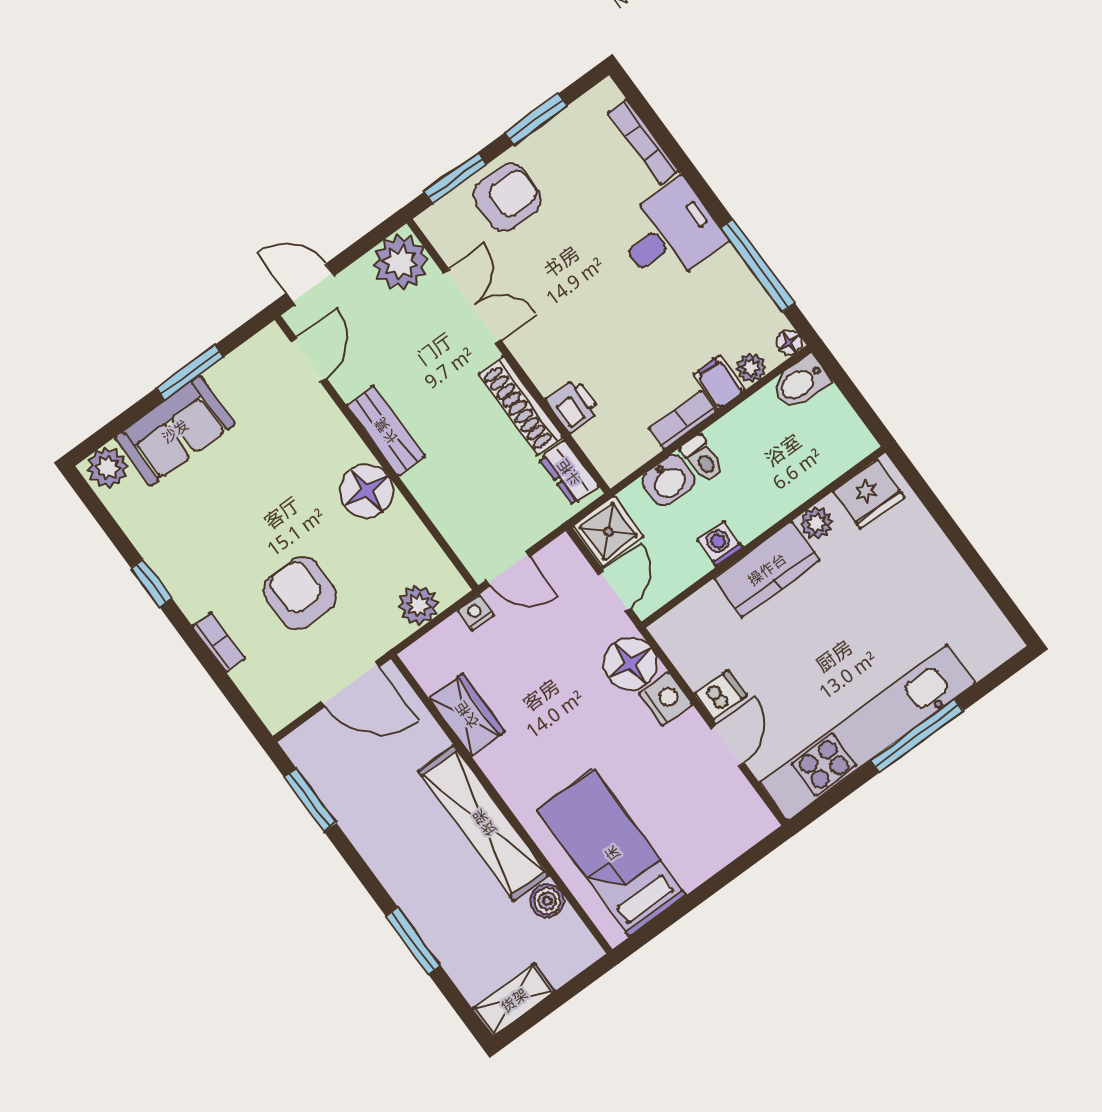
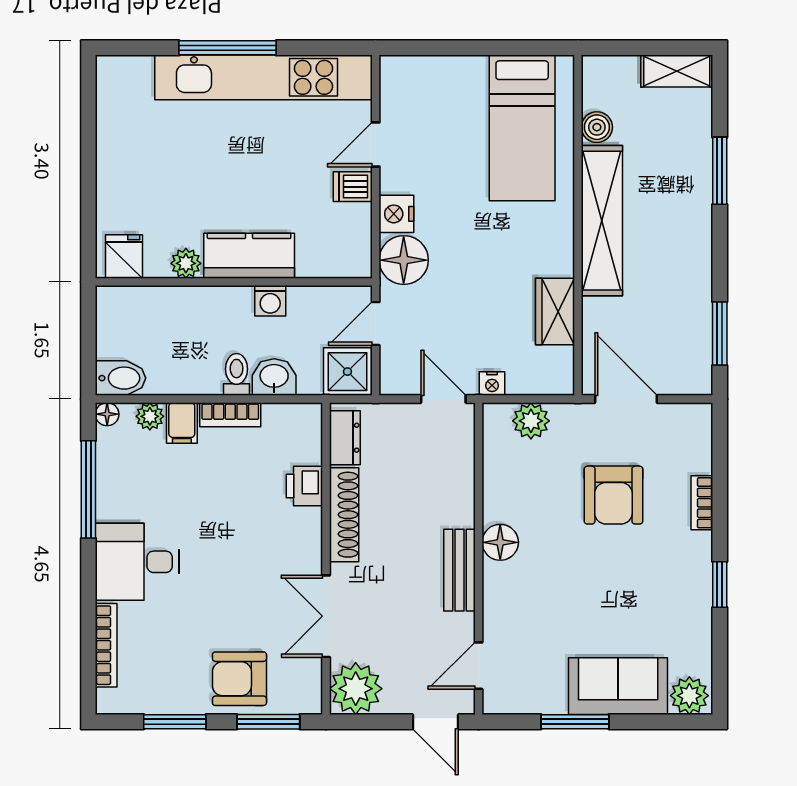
floor lamp: (366, 491) -> (500, 542), width x0.73, depth x0.73
fridge: (868, 494) -> (124, 256), width x0.72

